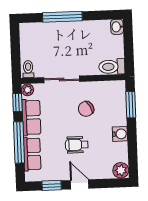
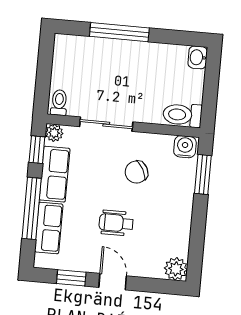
water cooler: (120, 134) -> (185, 147), moved, turned -90

